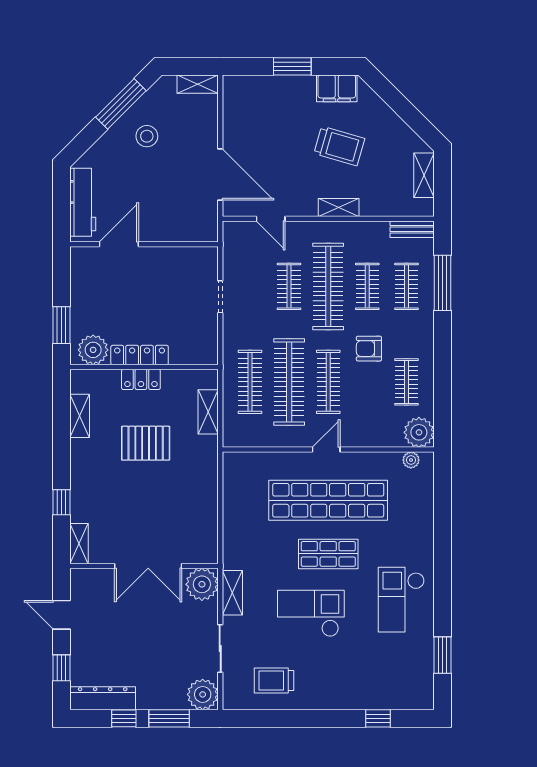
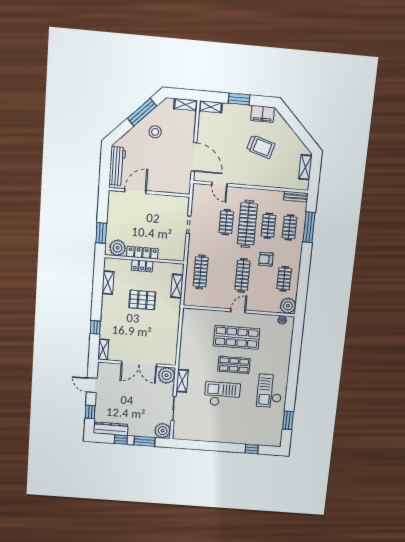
shelving: (339, 208) -> (211, 107), moved
clothes rail: (289, 382) -> (222, 274), removed
shop shelf: (328, 500) -> (237, 337), width x0.71
trolley: (274, 680) -> (200, 426), removed

